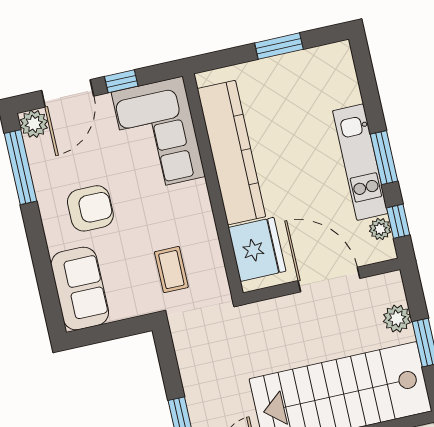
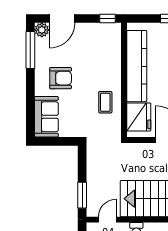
window: (121, 81) -> (108, 18), moved
corner sofa: (158, 134) -> (102, 49), removed
coffee table: (171, 270) -> (105, 102), moved

